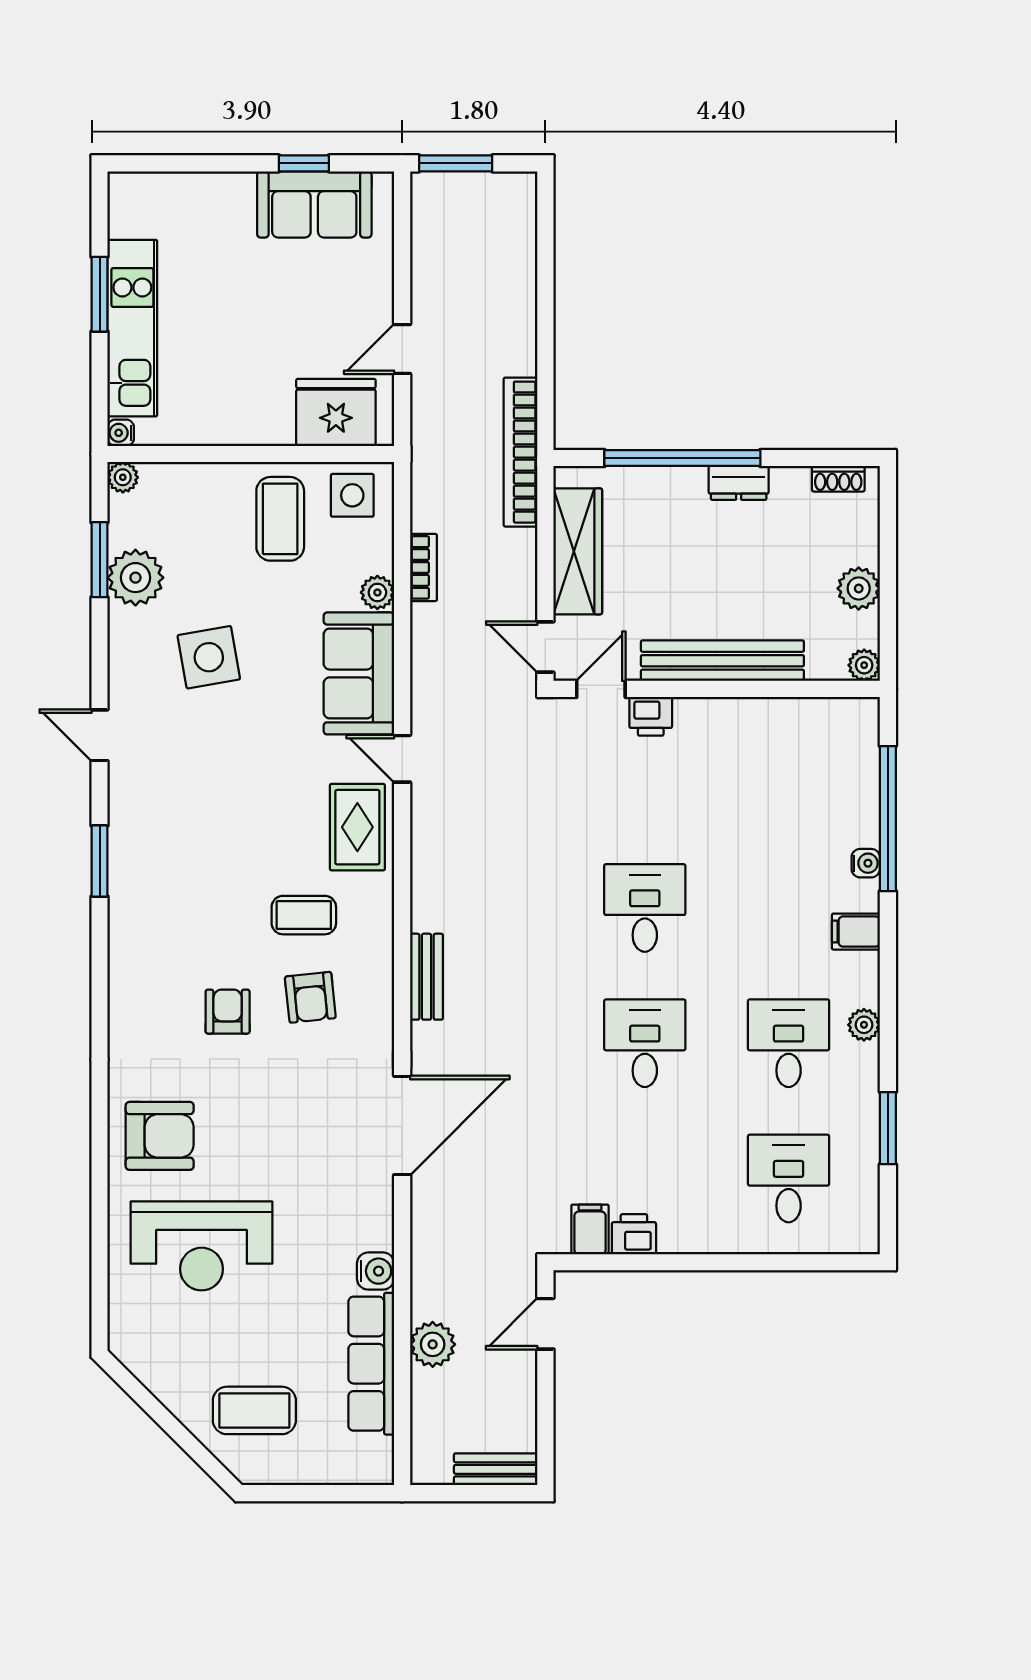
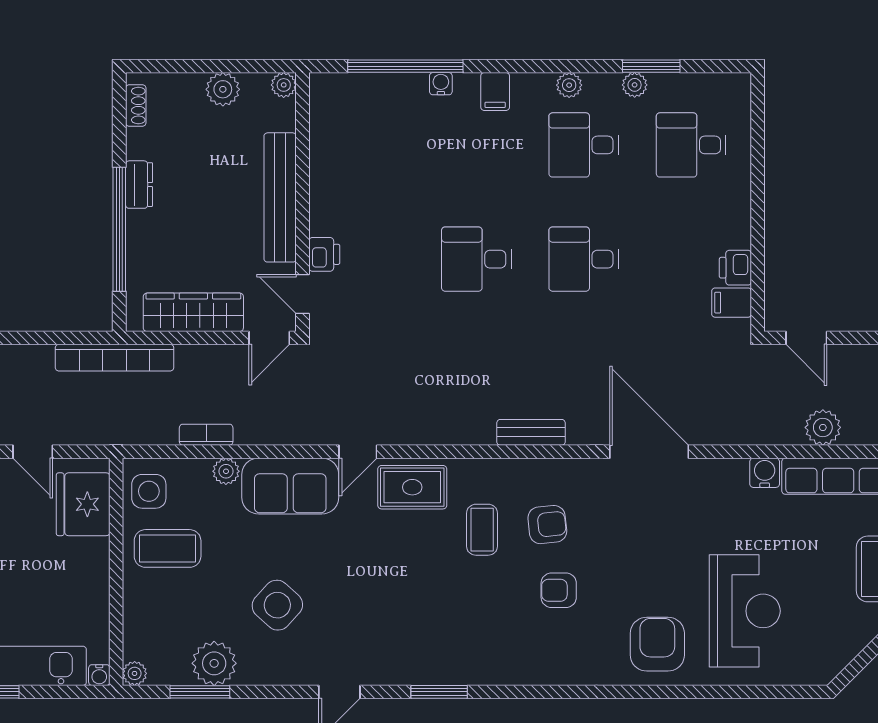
side table: (209, 657) -> (277, 605), turned -38
plant: (864, 1107) -> (635, 85), added

